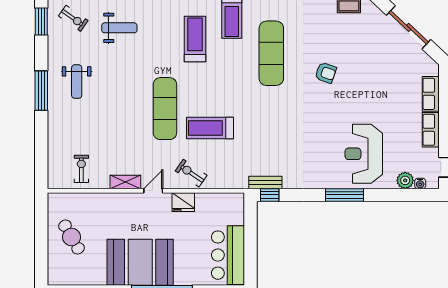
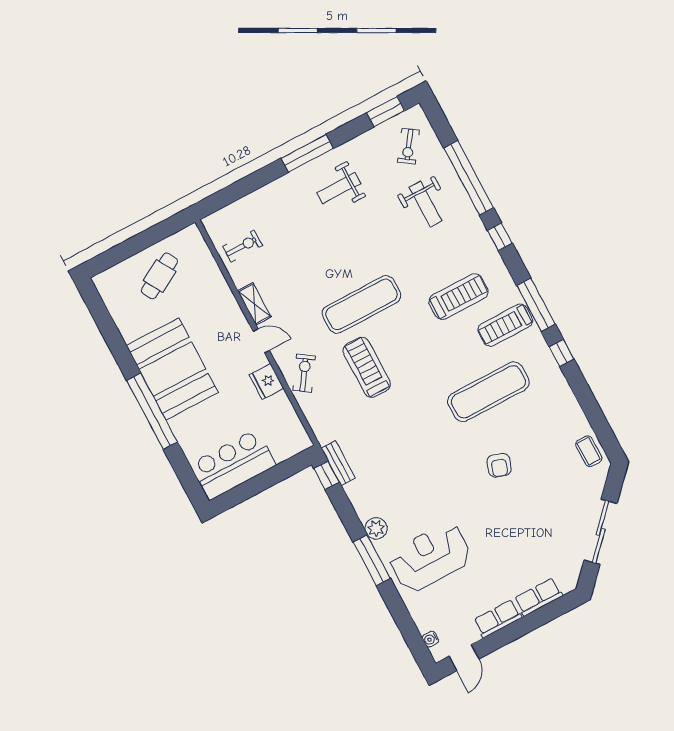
plant: (405, 180) -> (376, 528), moved

